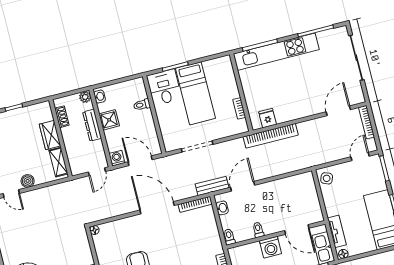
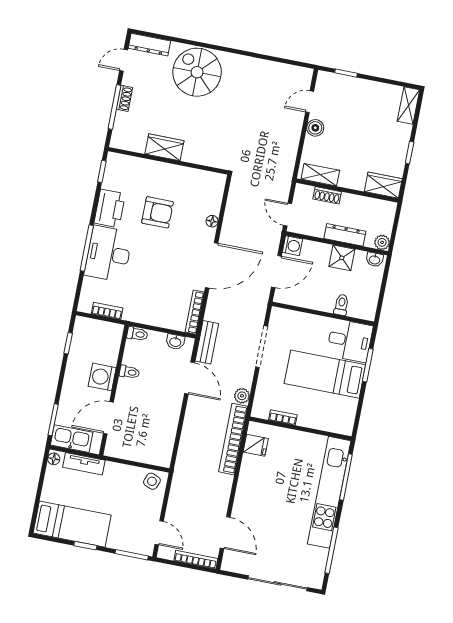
shoe rack: (62, 117) -> (327, 195), moved
wardrobe: (50, 135) -> (383, 185), moved
plant: (238, 144) -> (242, 396), added
floor lamp: (94, 230) -> (212, 221), moved

